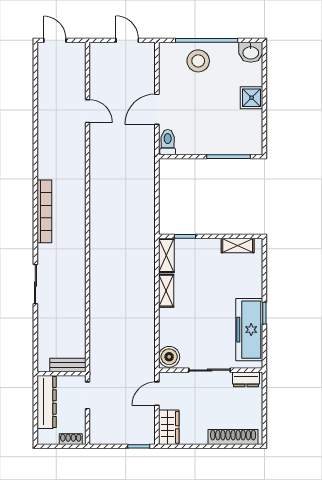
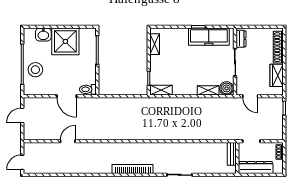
washbasin: (251, 52) -> (43, 35), moved, turned 90
shower: (252, 98) -> (65, 41), width x1.86, depth x1.86
shelving: (166, 291) -> (208, 90), moved
wardrobe: (169, 427) -> (277, 75), moved, turned -90

